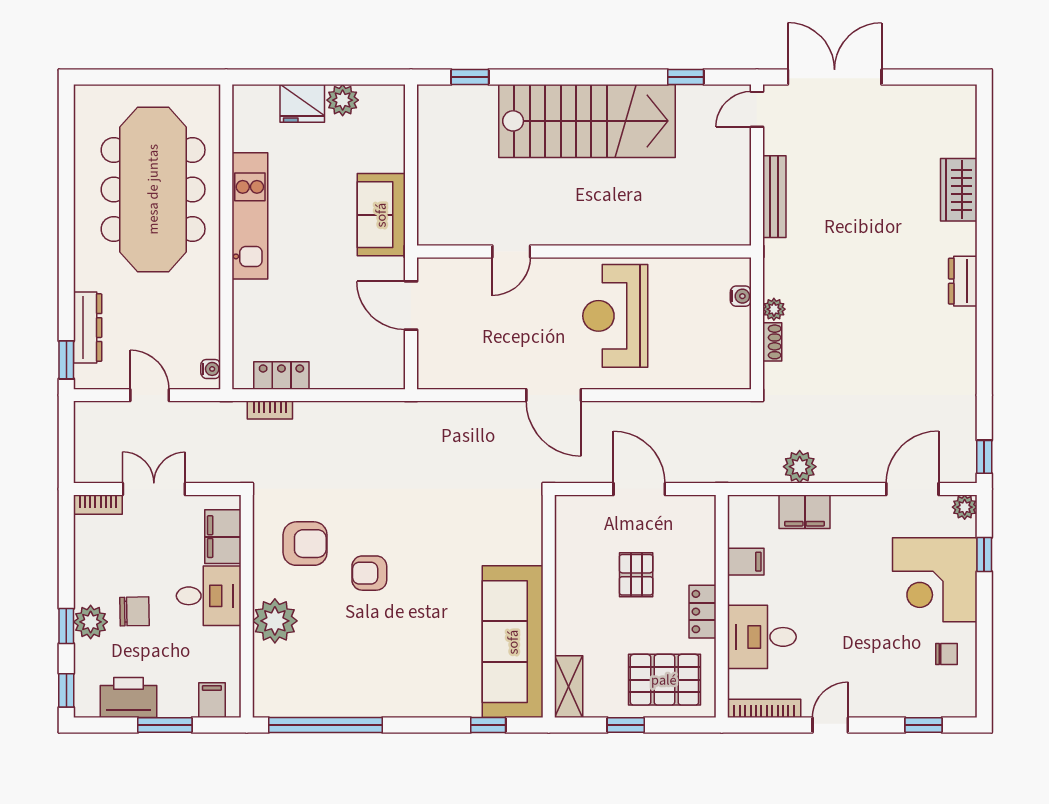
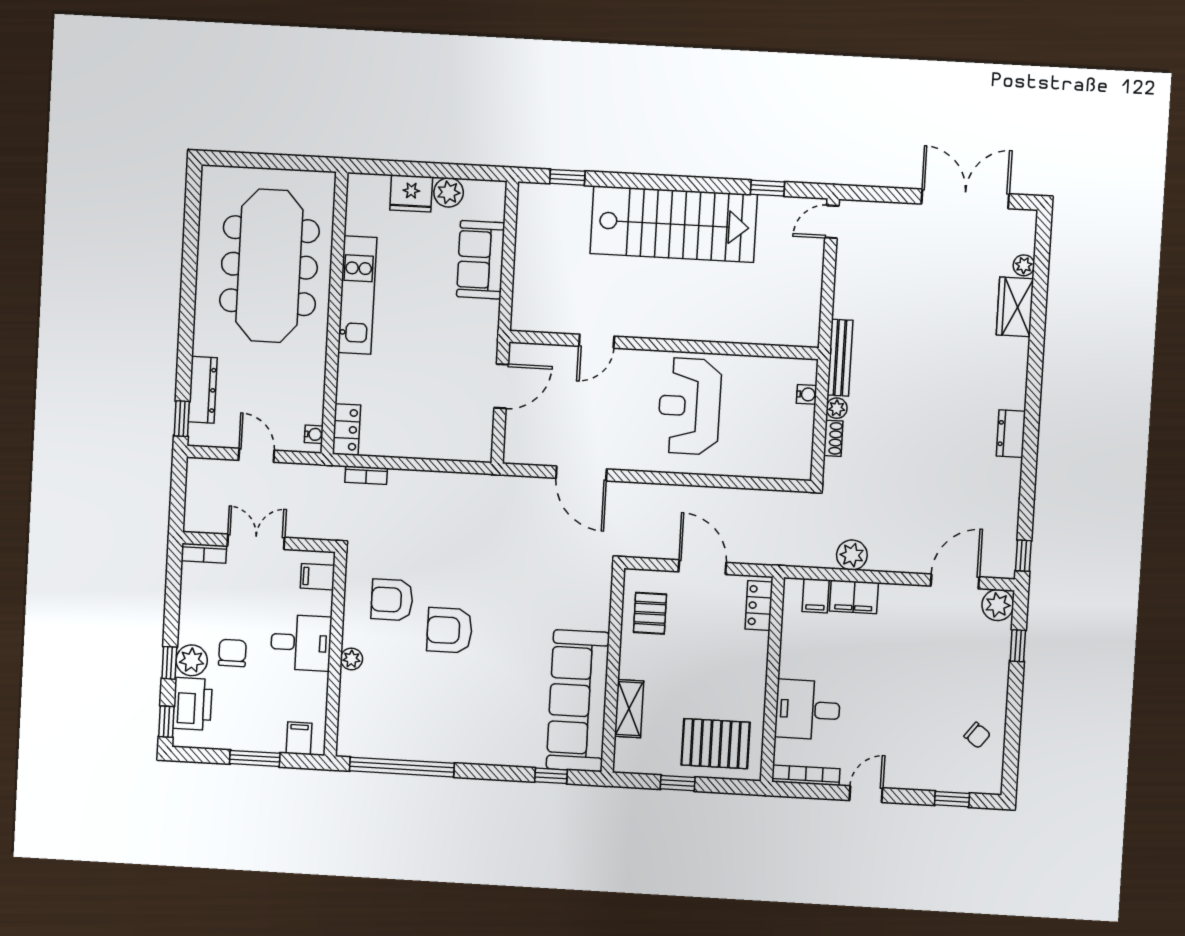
double door: (835, 77) -> (965, 199), moved
plant: (966, 145) -> (1024, 265), added
bench: (774, 197) -> (840, 358), moved
sofa: (381, 215) -> (481, 260), moved
dresser: (963, 281) -> (1011, 434), moved
door: (411, 306) -> (501, 386), swing flipped
locker: (281, 375) -> (347, 430), moved, turned 90
door: (554, 395) -> (581, 474), moved
plant: (965, 507) -> (998, 605), width x1.38, depth x1.38
filing cabinet: (223, 537) -> (317, 577), width x0.50
armchair: (305, 544) -> (392, 600), turned 180
filing cabinet: (746, 562) -> (816, 596), moved, turned 90
armchair: (369, 573) -> (450, 630), width x1.38, depth x1.38
pallet: (636, 575) -> (650, 613), moved
corner desk: (935, 580) -> (971, 666), removed
chair: (134, 611) -> (232, 653), turned -89
locker: (703, 612) -> (759, 605), moved
plant: (275, 621) -> (351, 659), width x0.53, depth x0.53
chair: (946, 654) -> (977, 735), turned 37
shelving: (569, 687) -> (629, 709), moved
printer: (128, 697) -> (192, 704), moved, turned 90

